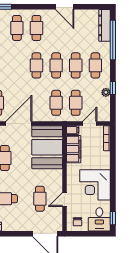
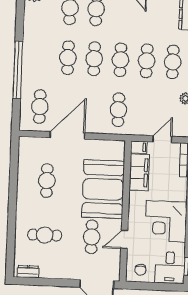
cafe table: (76, 103) -> (68, 58), moved
booth: (47, 147) -> (103, 189), moved

